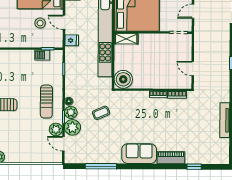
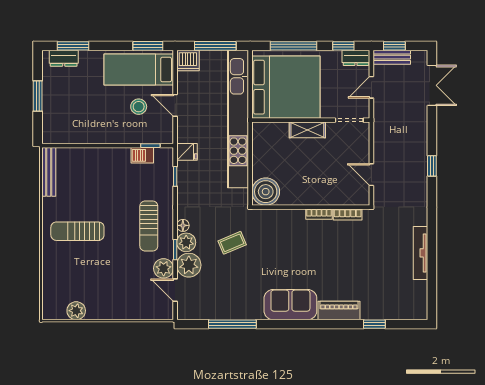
shelving: (126, 39) -> (307, 130), moved
fridge: (72, 40) -> (187, 152), moved

